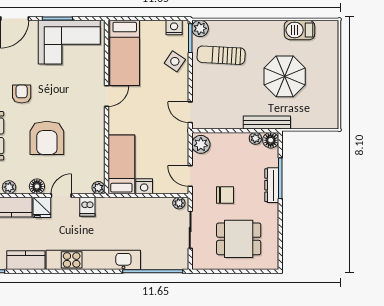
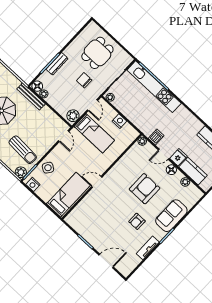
corner sofa: (69, 42) -> (90, 225), removed
bed: (121, 164) -> (94, 133), moved, turned -90
dining table: (239, 239) -> (97, 53), turned 90
kitchen unit: (93, 260) -> (154, 87), moved

